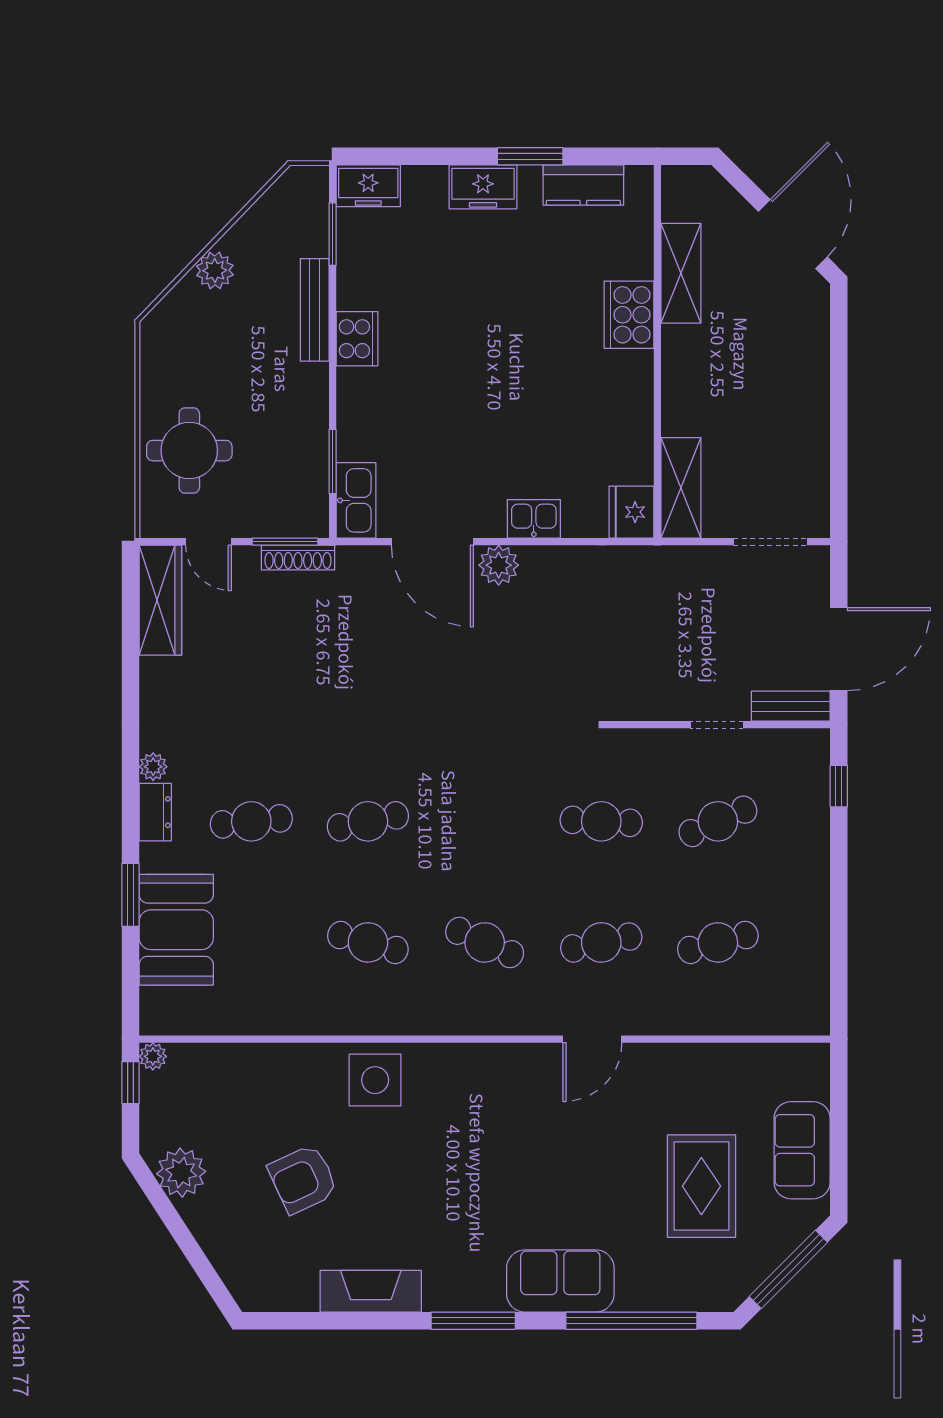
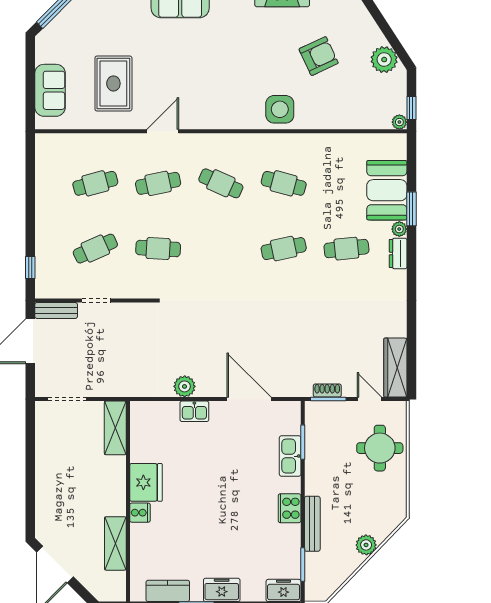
cooker: (629, 315) -> (140, 513), width x0.53, depth x0.76
kitchen sink: (356, 500) -> (290, 456), moved
fridge: (631, 512) -> (146, 482), moved, width x1.36, depth x1.34
shoe rack: (298, 557) -> (327, 391), width x0.70
plant: (499, 565) -> (185, 386), moved
plant: (153, 767) -> (399, 229), moved
sofa: (802, 1150) -> (50, 90), moved
rug: (701, 1186) -> (113, 83), moved

